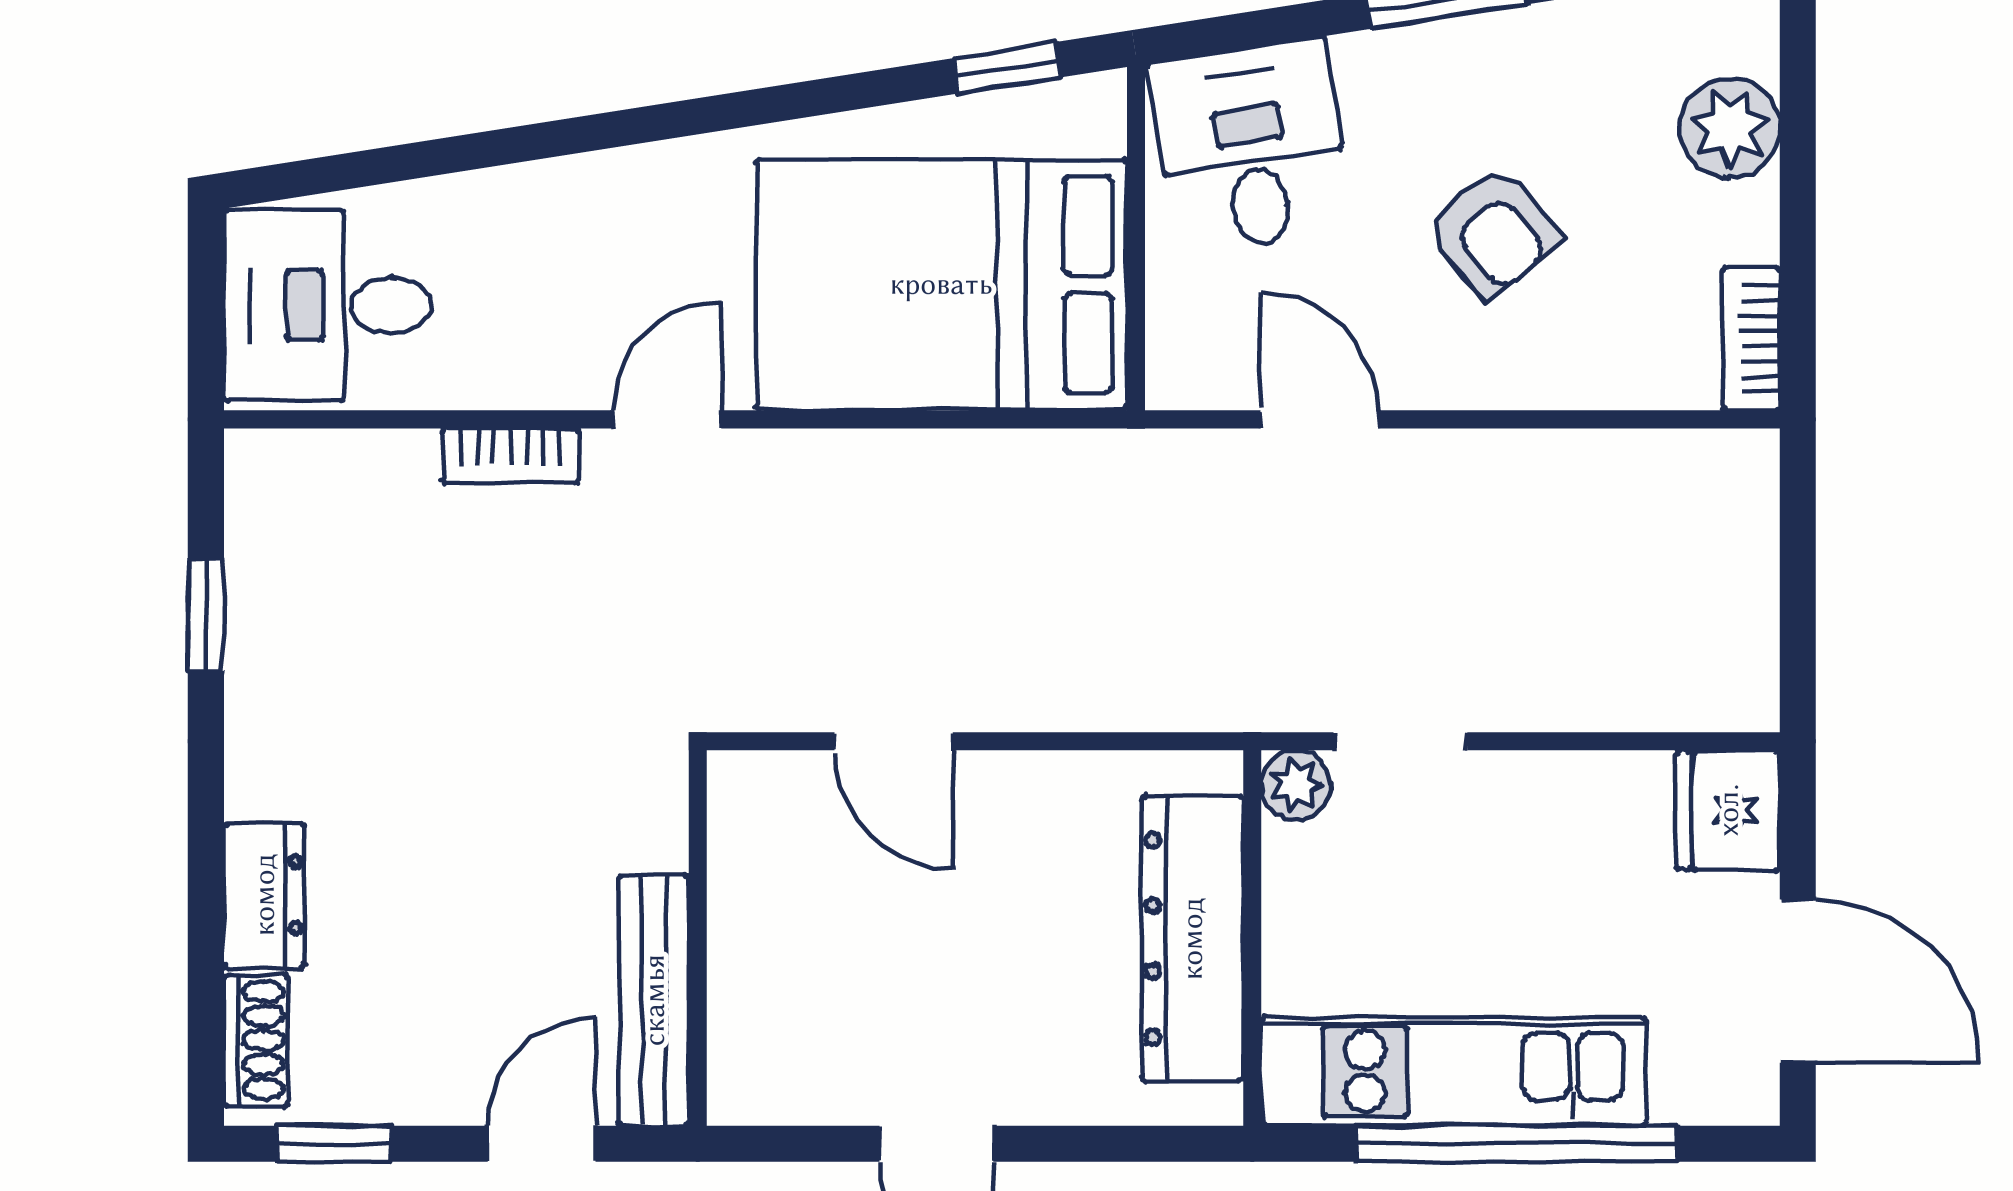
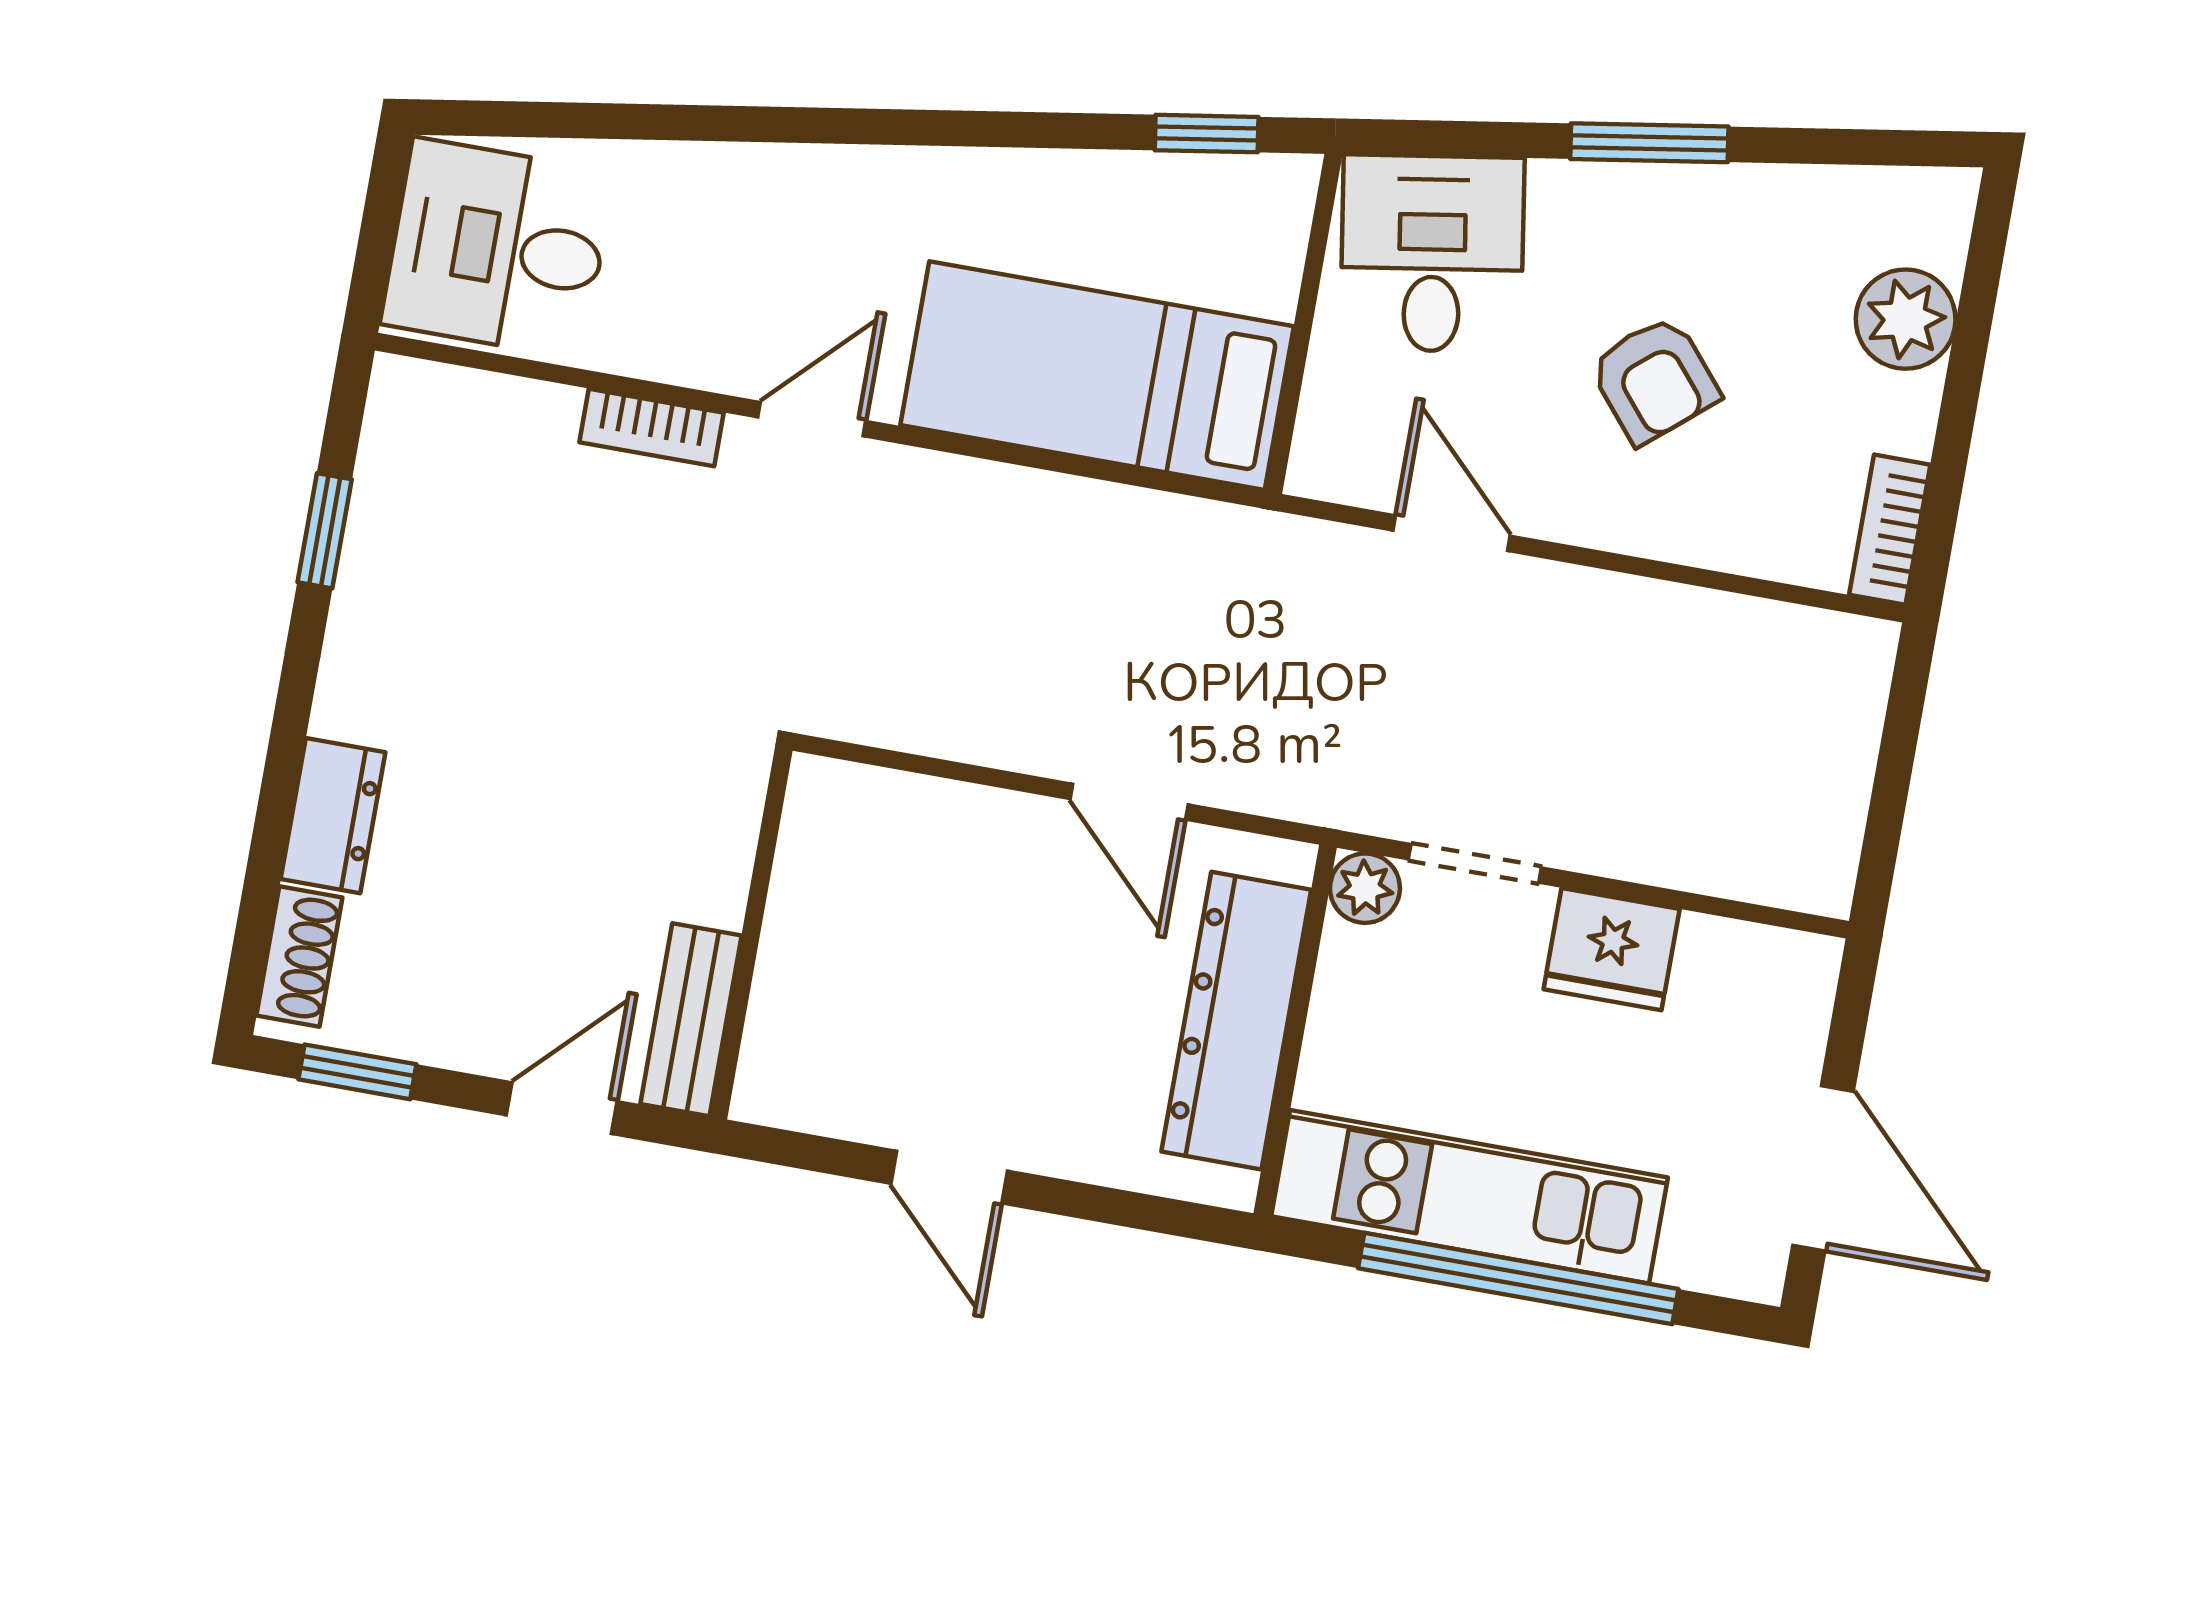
bed: (941, 284) -> (1097, 376), width x0.67
door: (894, 741) -> (1129, 802), moved
fridge: (1728, 810) -> (1612, 949), moved, turned -90
bench: (654, 1000) -> (691, 1020), width x0.73

